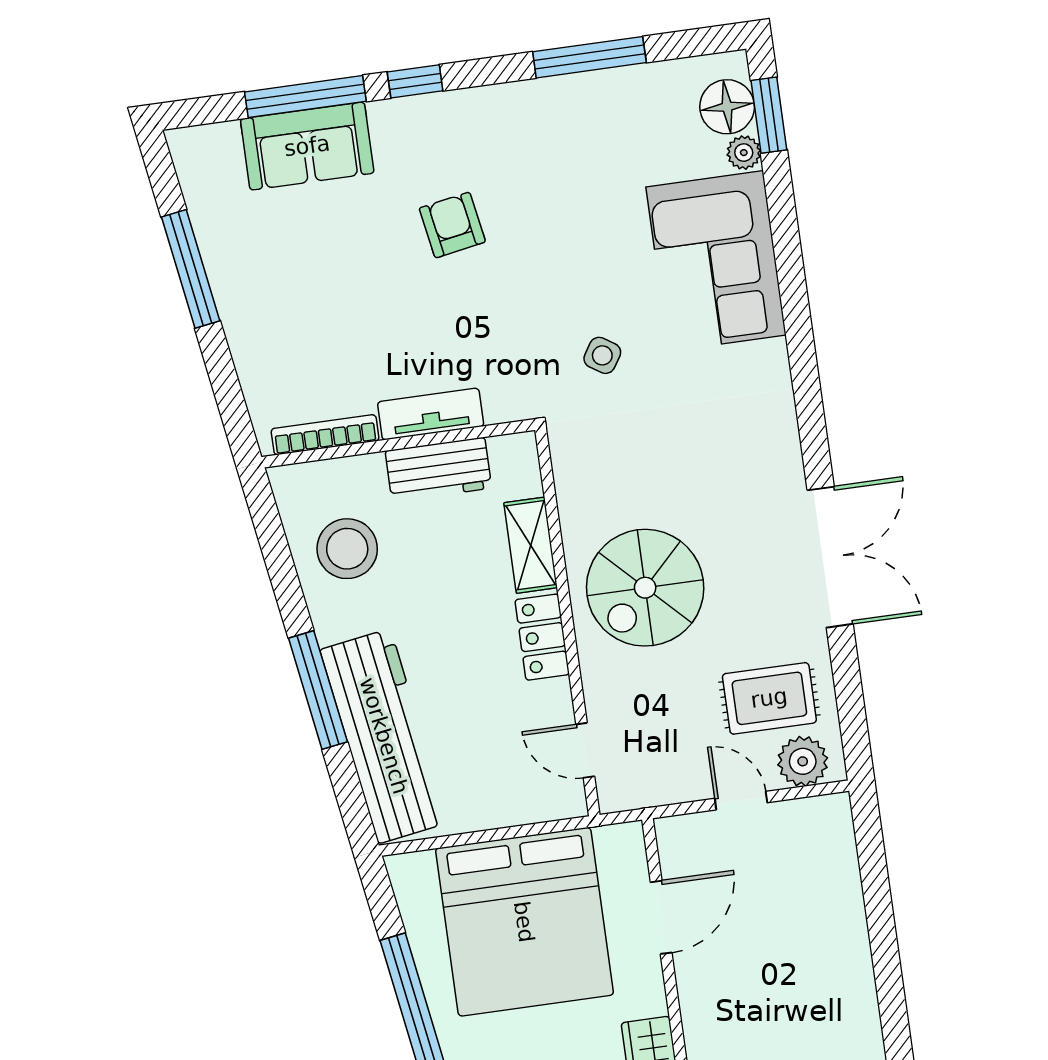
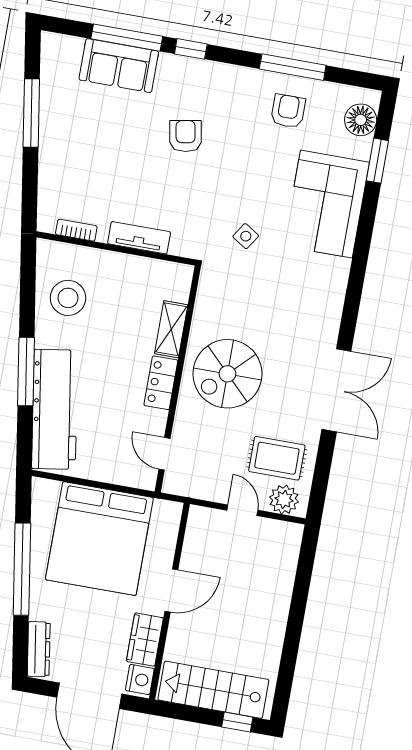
window: (769, 115) -> (377, 161), moved
armchair: (605, 131) -> (288, 111), added
plant: (744, 153) -> (362, 148), removed
bookcase: (325, 435) -> (76, 230), width x0.64
workbench: (438, 469) -> (133, 270), removed
door: (661, 917) -> (171, 590), moved

